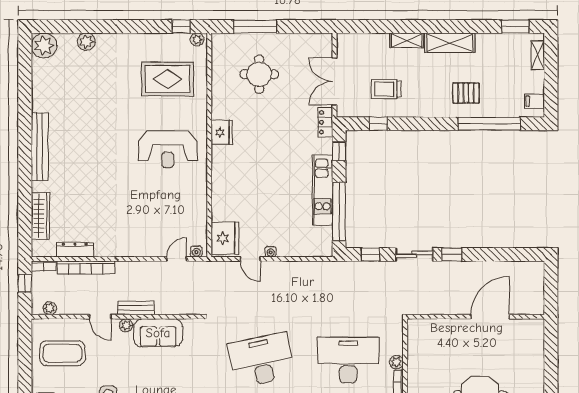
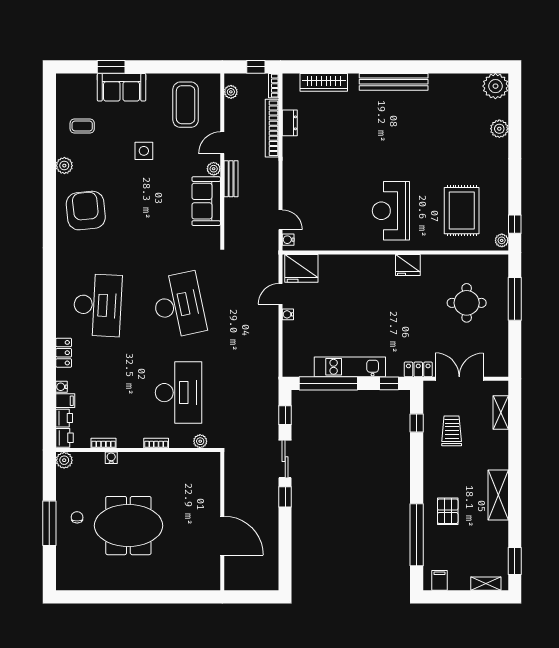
shelving: (407, 40) -> (501, 412), moved
dresser: (75, 250) -> (290, 123), width x0.70
plant: (396, 362) -> (200, 441), moved

